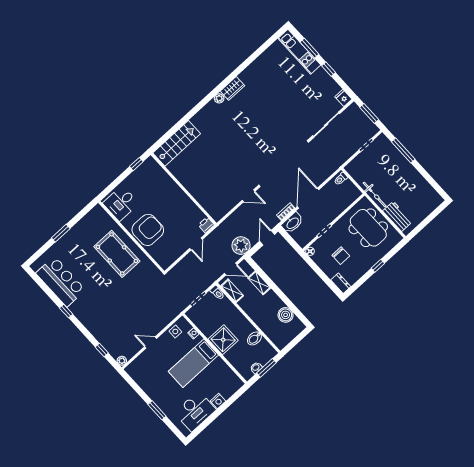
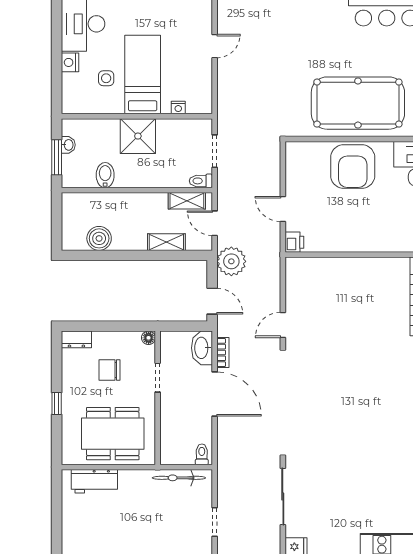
bicycle: (375, 195) -> (179, 478), moved
pool table: (117, 254) -> (358, 103), width x1.36, depth x1.32
door: (231, 269) -> (215, 223), hinge flipped
side table: (175, 331) -> (106, 78), moved

